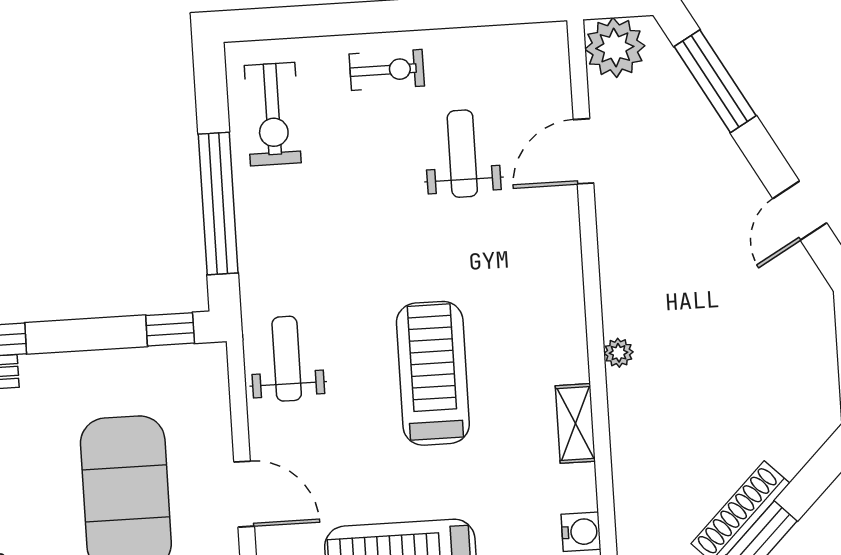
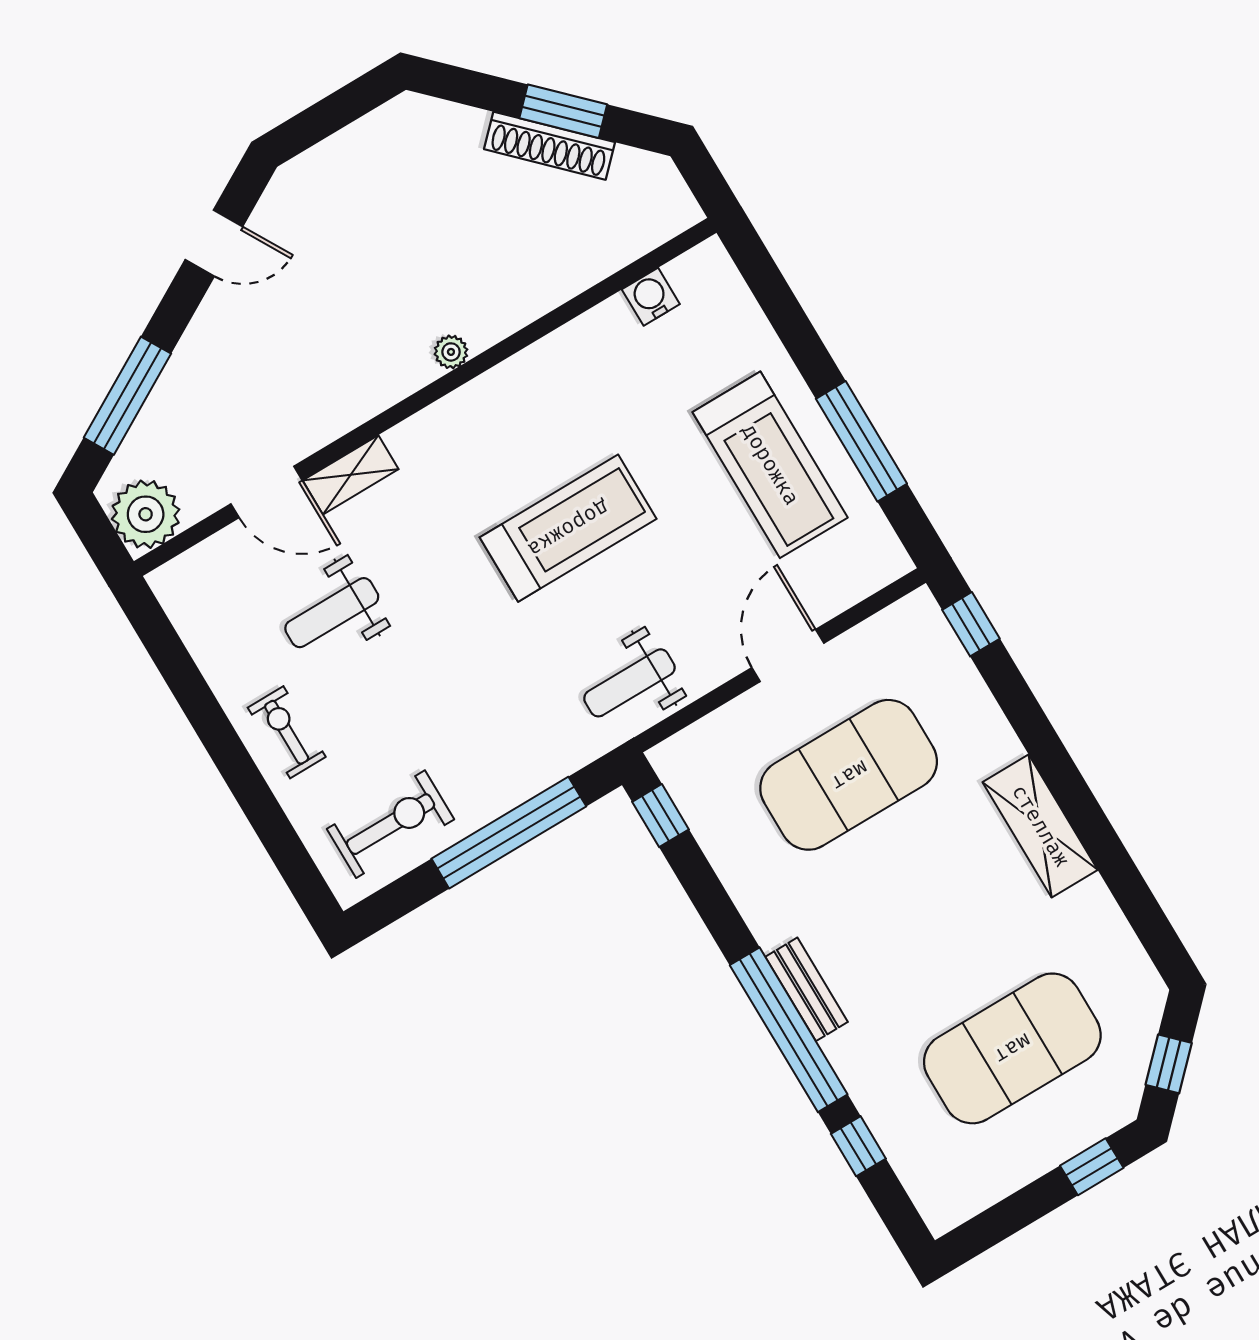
treadmill: (433, 373) -> (568, 528), turned 180
shelving: (575, 423) -> (351, 475), moved

